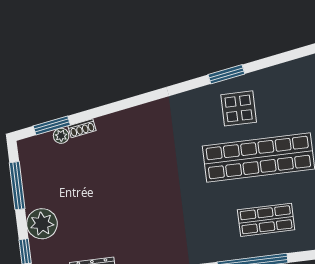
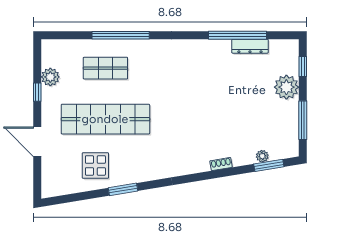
display table: (239, 108) -> (95, 165), moved
shoe rack: (82, 128) -> (221, 164), moved

